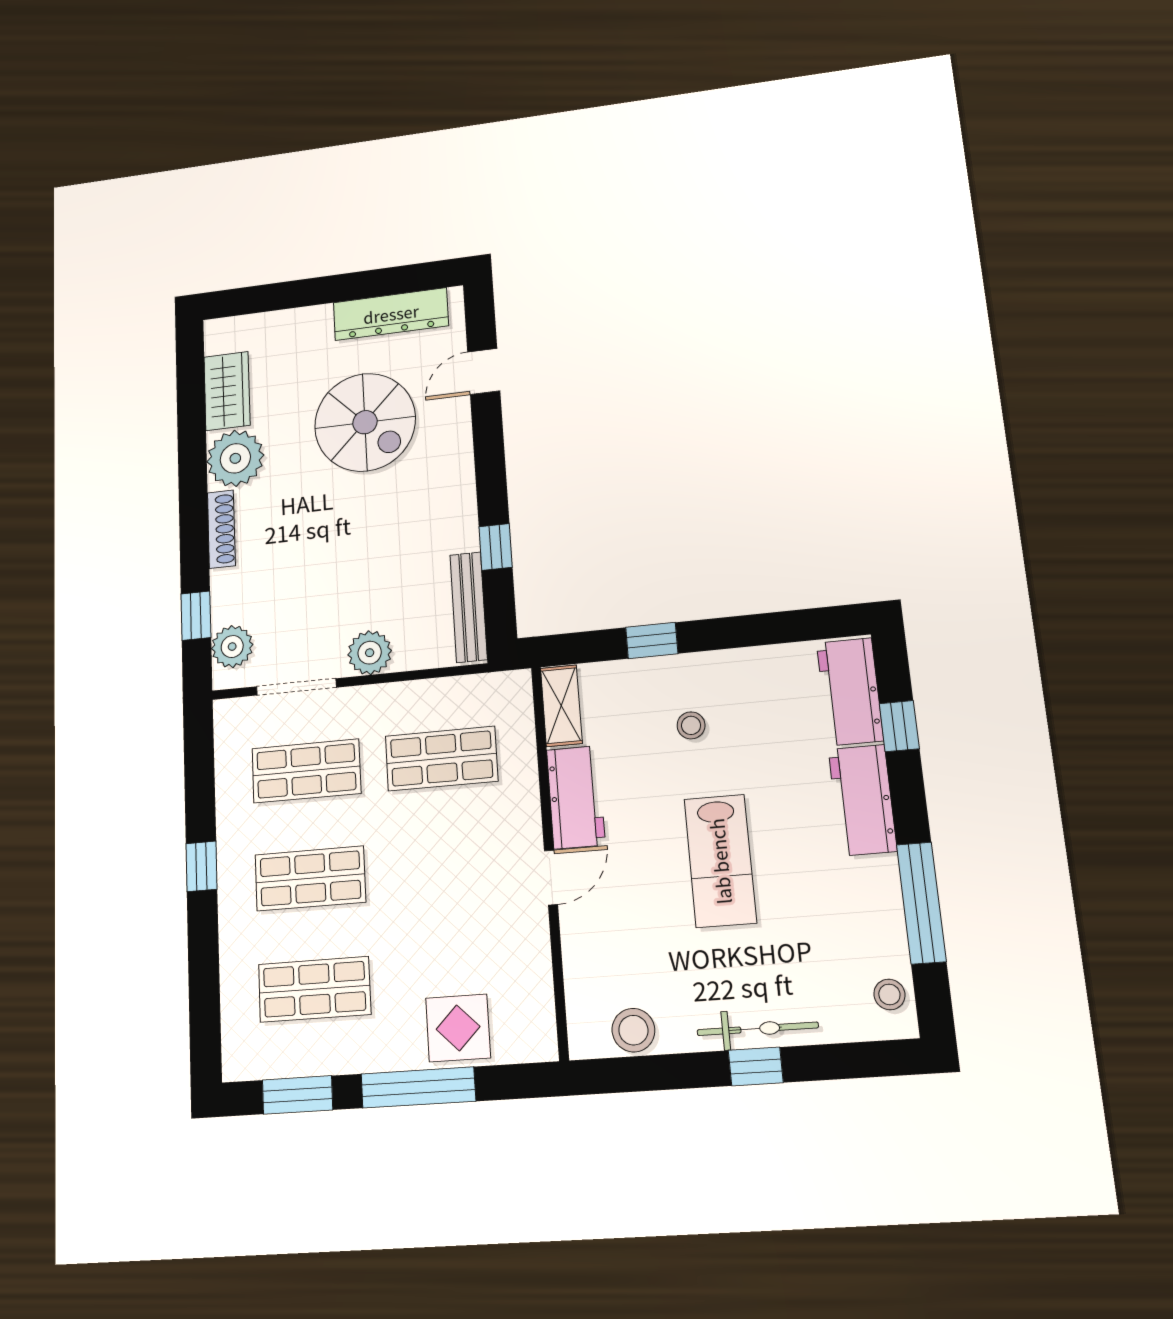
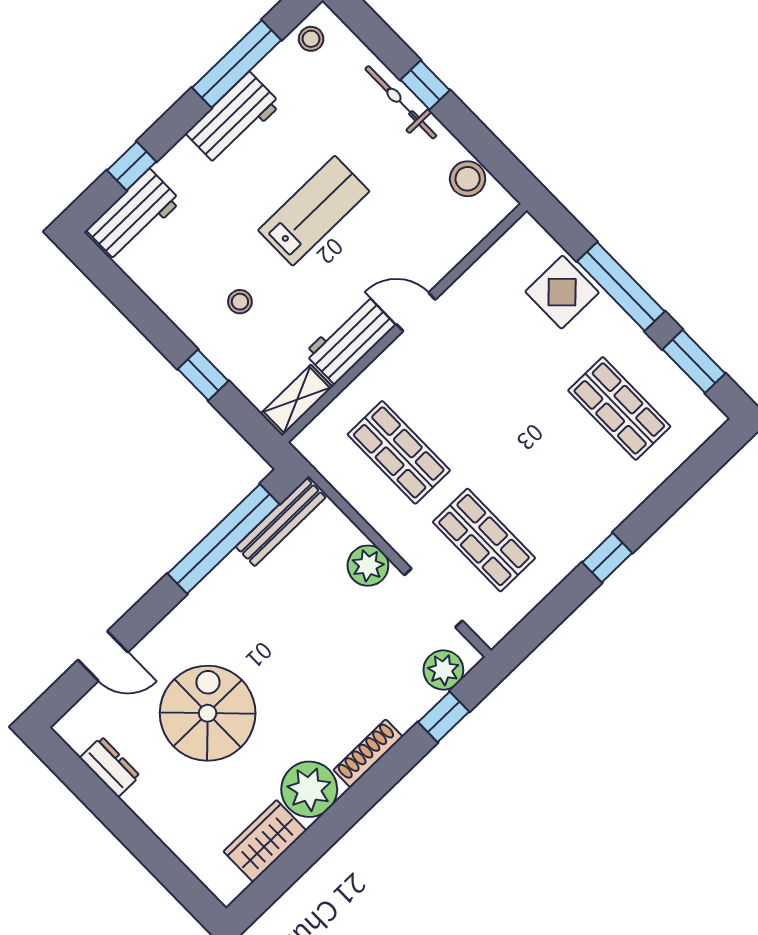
dresser: (391, 314) -> (110, 767), width x0.51, depth x0.80
window: (495, 547) -> (223, 539), width x3.17
workbench: (863, 800) -> (233, 119), moved
shop shelf: (310, 878) -> (552, 474), removed

